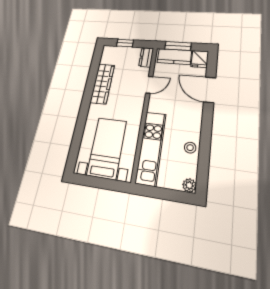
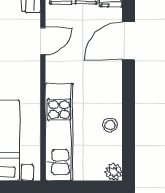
door: (210, 90) -> (129, 41), hinge flipped

